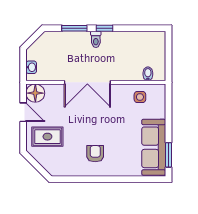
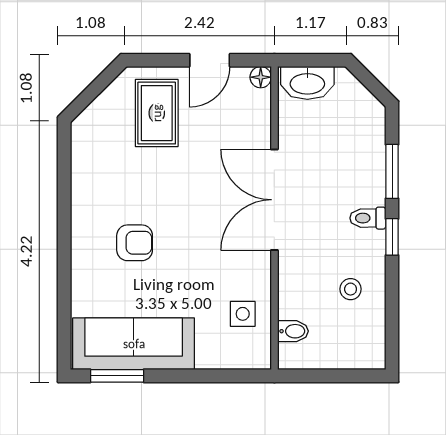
stool: (129, 47) -> (351, 289), added
washbasin: (31, 67) -> (307, 83), width x1.91, depth x1.45
floor lamp: (35, 93) -> (261, 77), width x0.53, depth x0.53
armchair: (95, 154) -> (135, 243), moved

